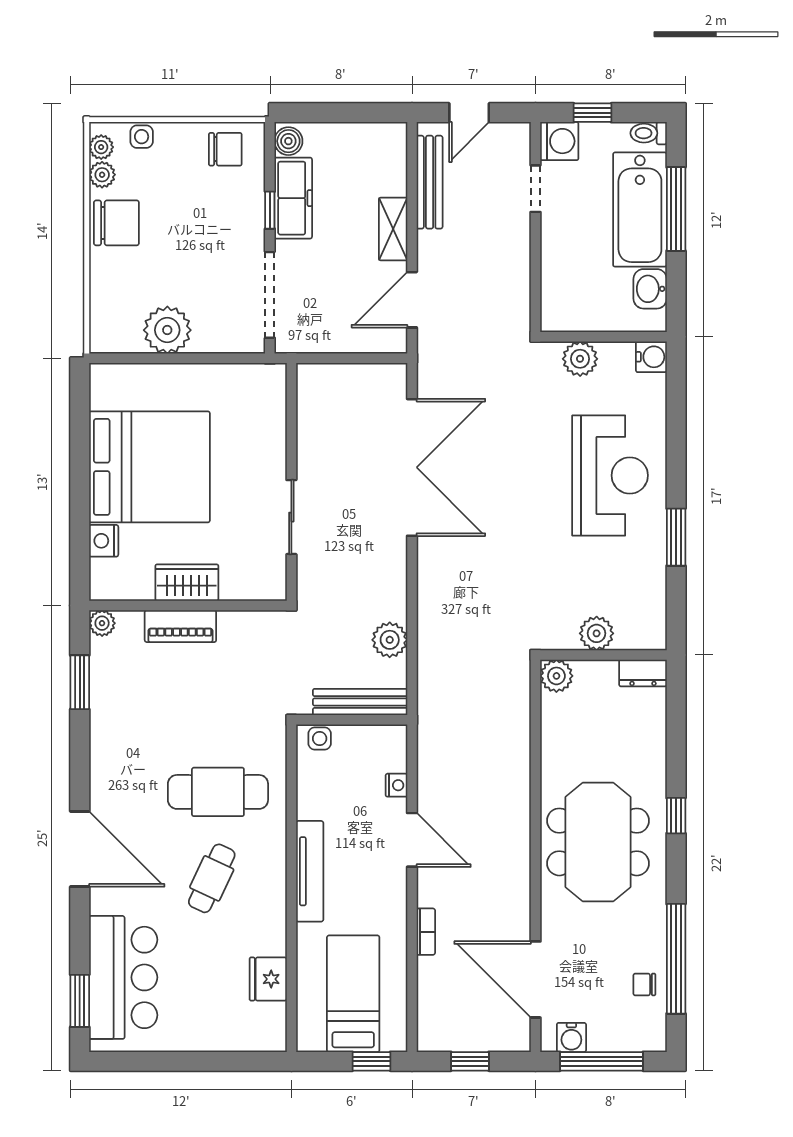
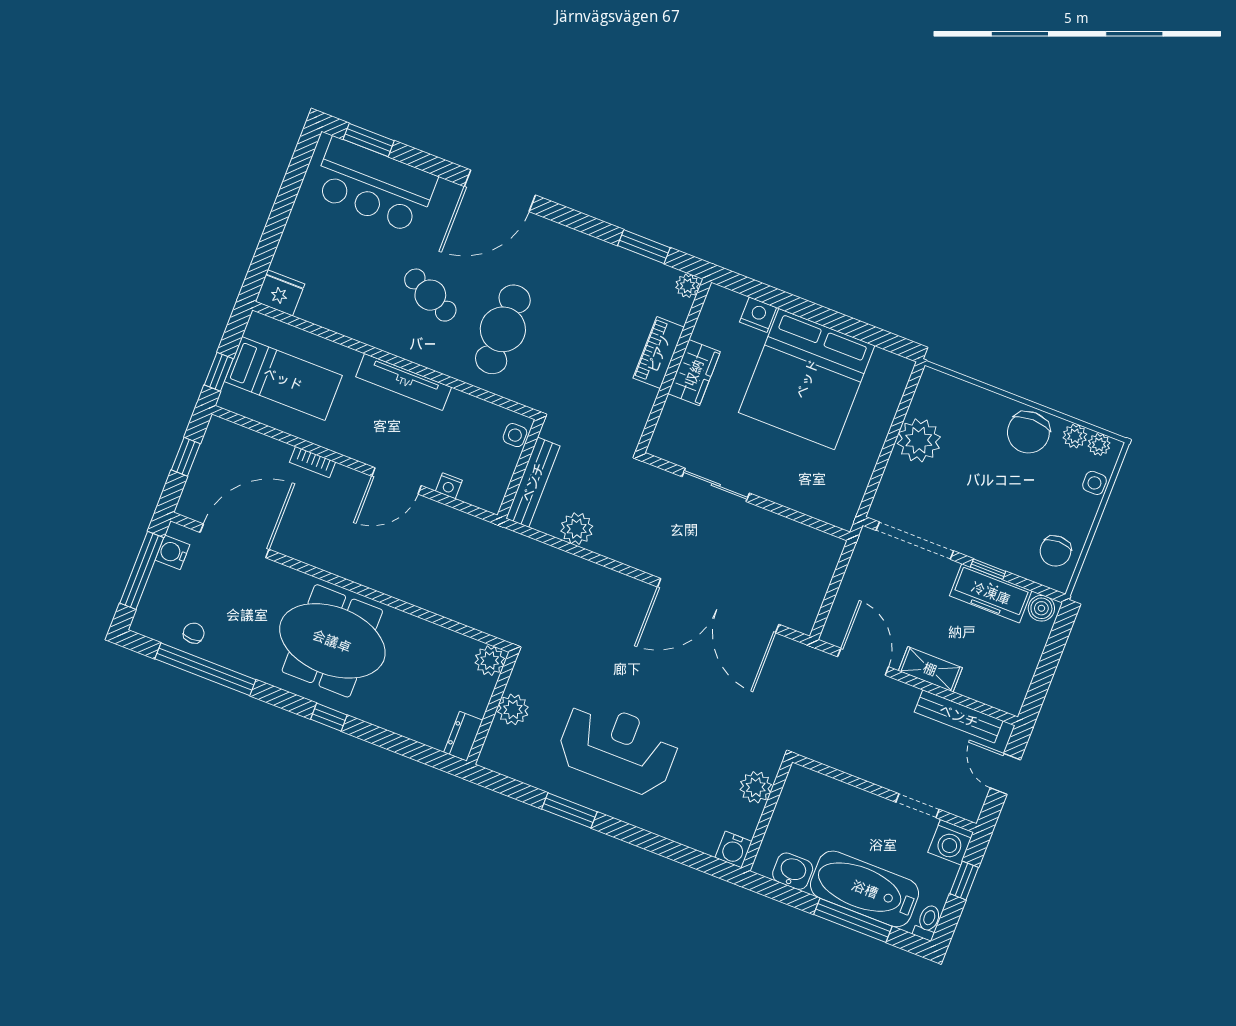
reception desk: (610, 475) -> (618, 748), moved, turned 180
fridge: (268, 979) -> (280, 293), moved

